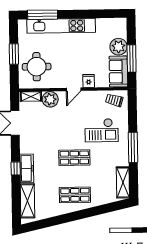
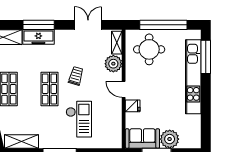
window: (14, 54) -> (163, 25), width x2.11
trolley: (114, 100) -> (76, 76), moved
checkout: (102, 130) -> (79, 119), turned 180
window: (16, 168) -> (39, 25), width x2.17

